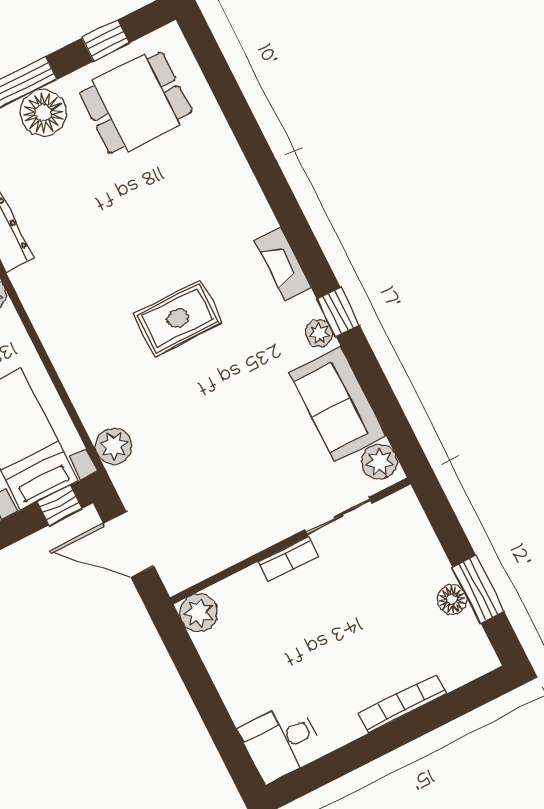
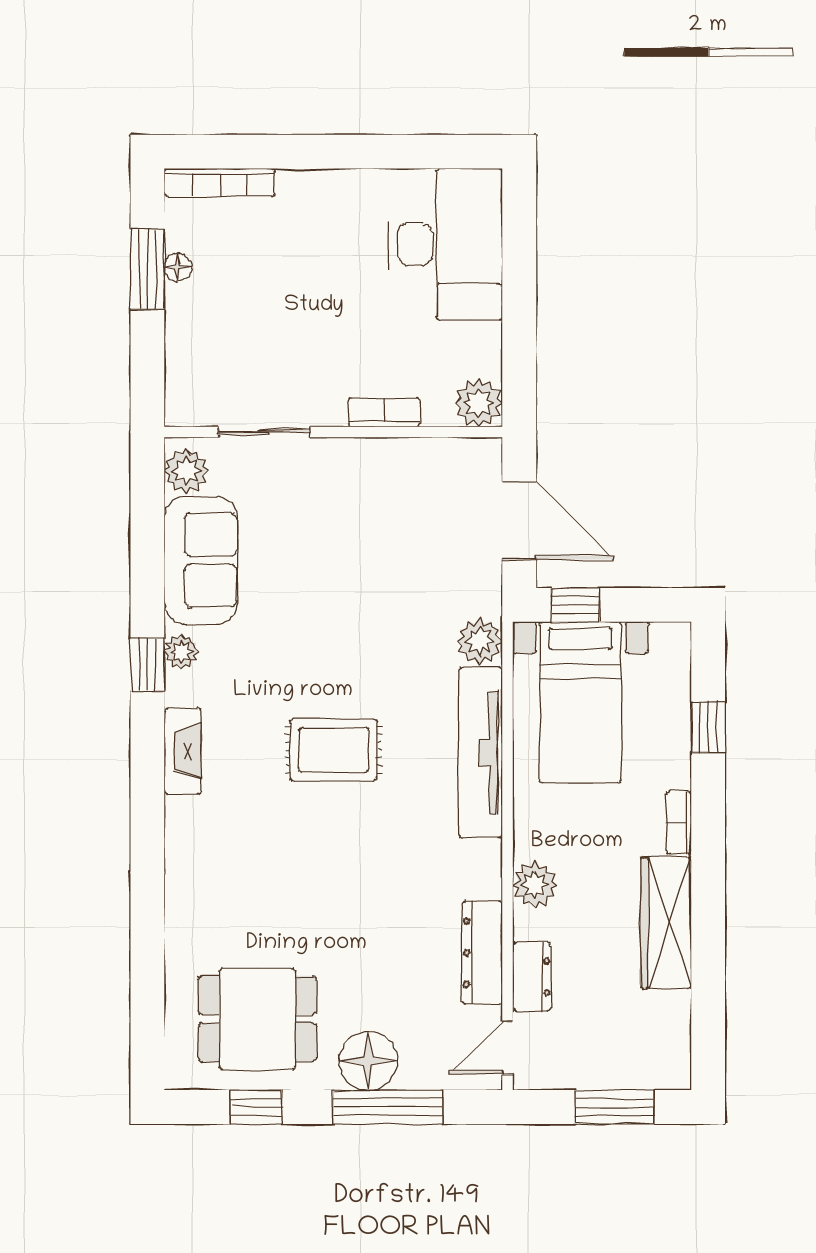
tv unit: (74, 368) -> (481, 753), added
bookcase: (288, 559) -> (384, 413), moved
floor lamp: (452, 600) -> (178, 267), width x0.73, depth x0.73
bookcase: (402, 704) -> (219, 183), moved
desk: (281, 742) -> (446, 244), width x1.87, depth x1.30

